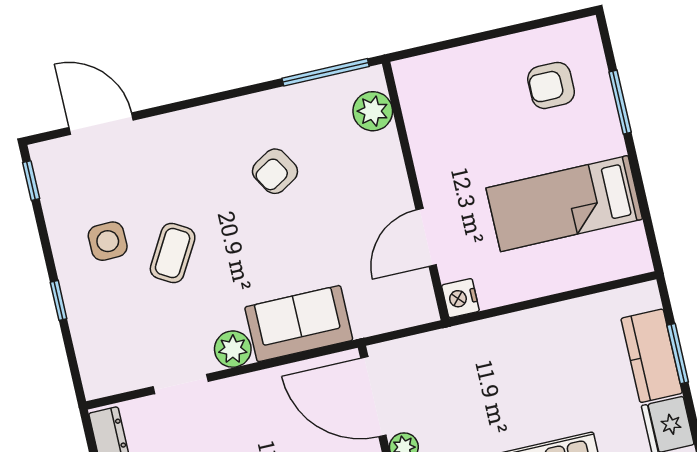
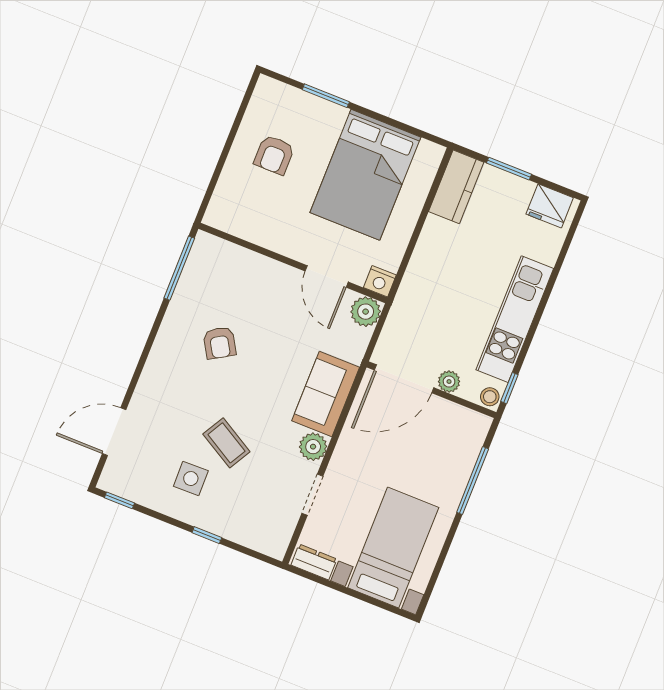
armchair: (551, 85) -> (274, 155), moved
plant: (373, 111) -> (366, 312), moved
bed: (564, 204) -> (365, 175), width x1.50
kitchen counter: (652, 356) -> (456, 187), moved, turned -90

